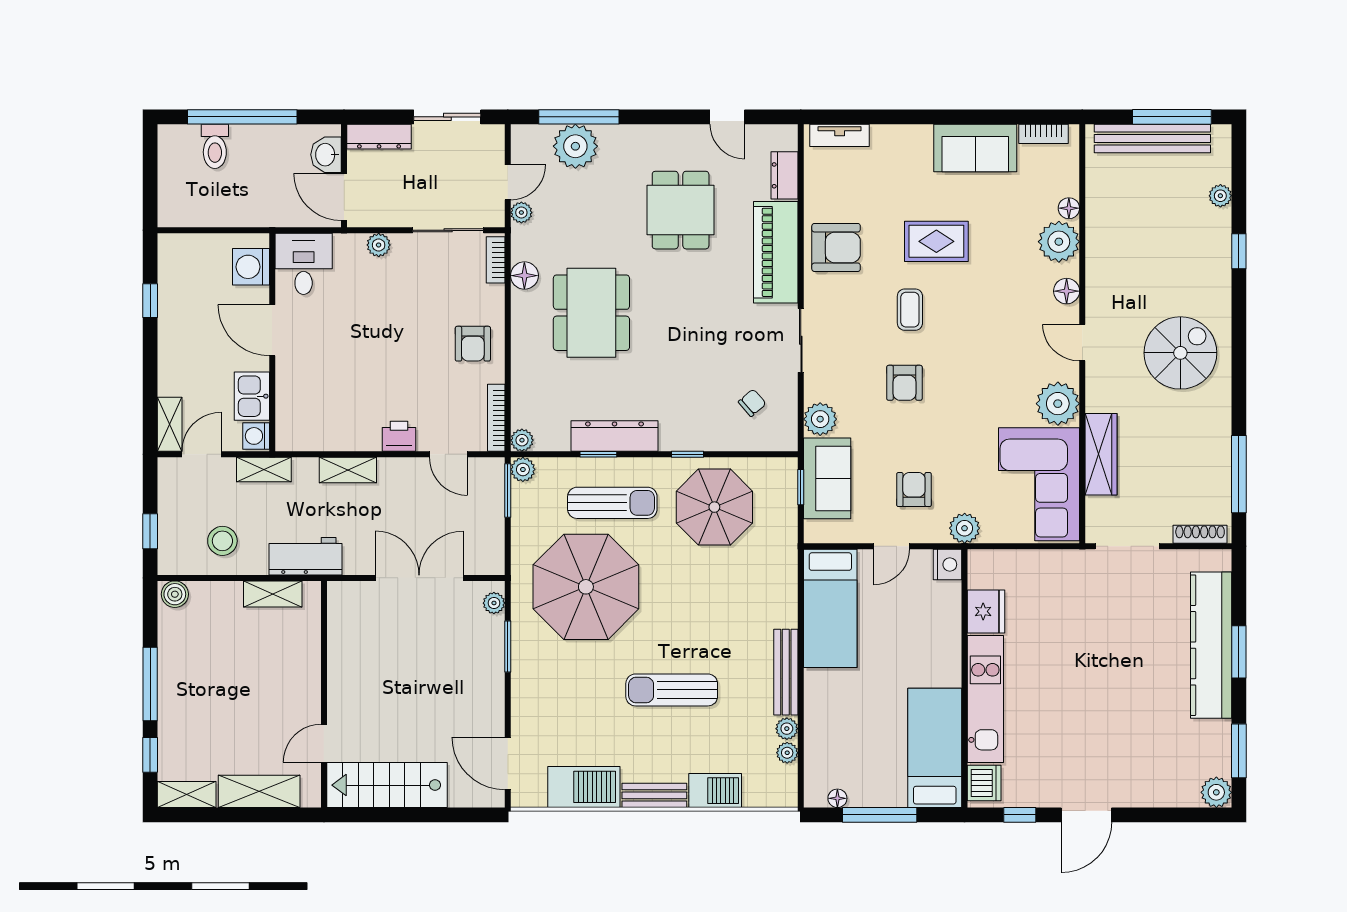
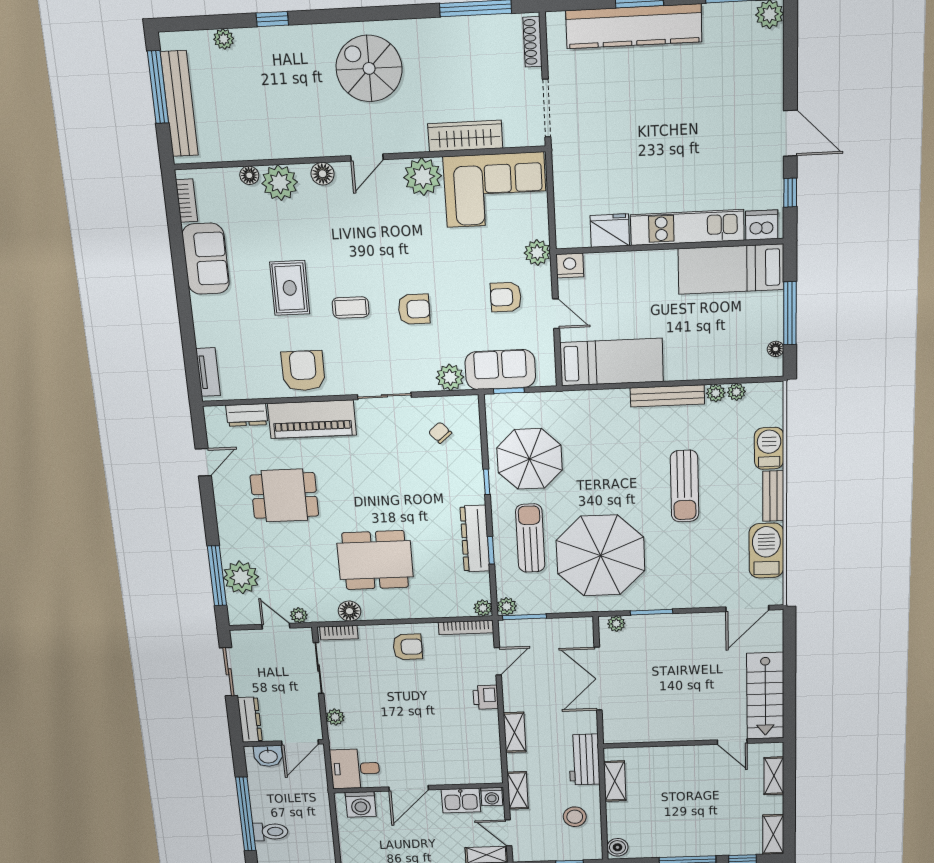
shelving: (259, 791) -> (774, 776), width x0.67, depth x0.75

